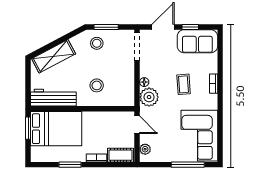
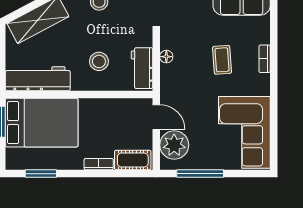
workbench: (127, 90) -> (142, 68), added
plant: (149, 97) -> (173, 78), removed
plant: (145, 149) -> (174, 145), width x1.87, depth x1.87
window: (70, 165) -> (41, 174), moved
window: (188, 165) -> (200, 174), moved

